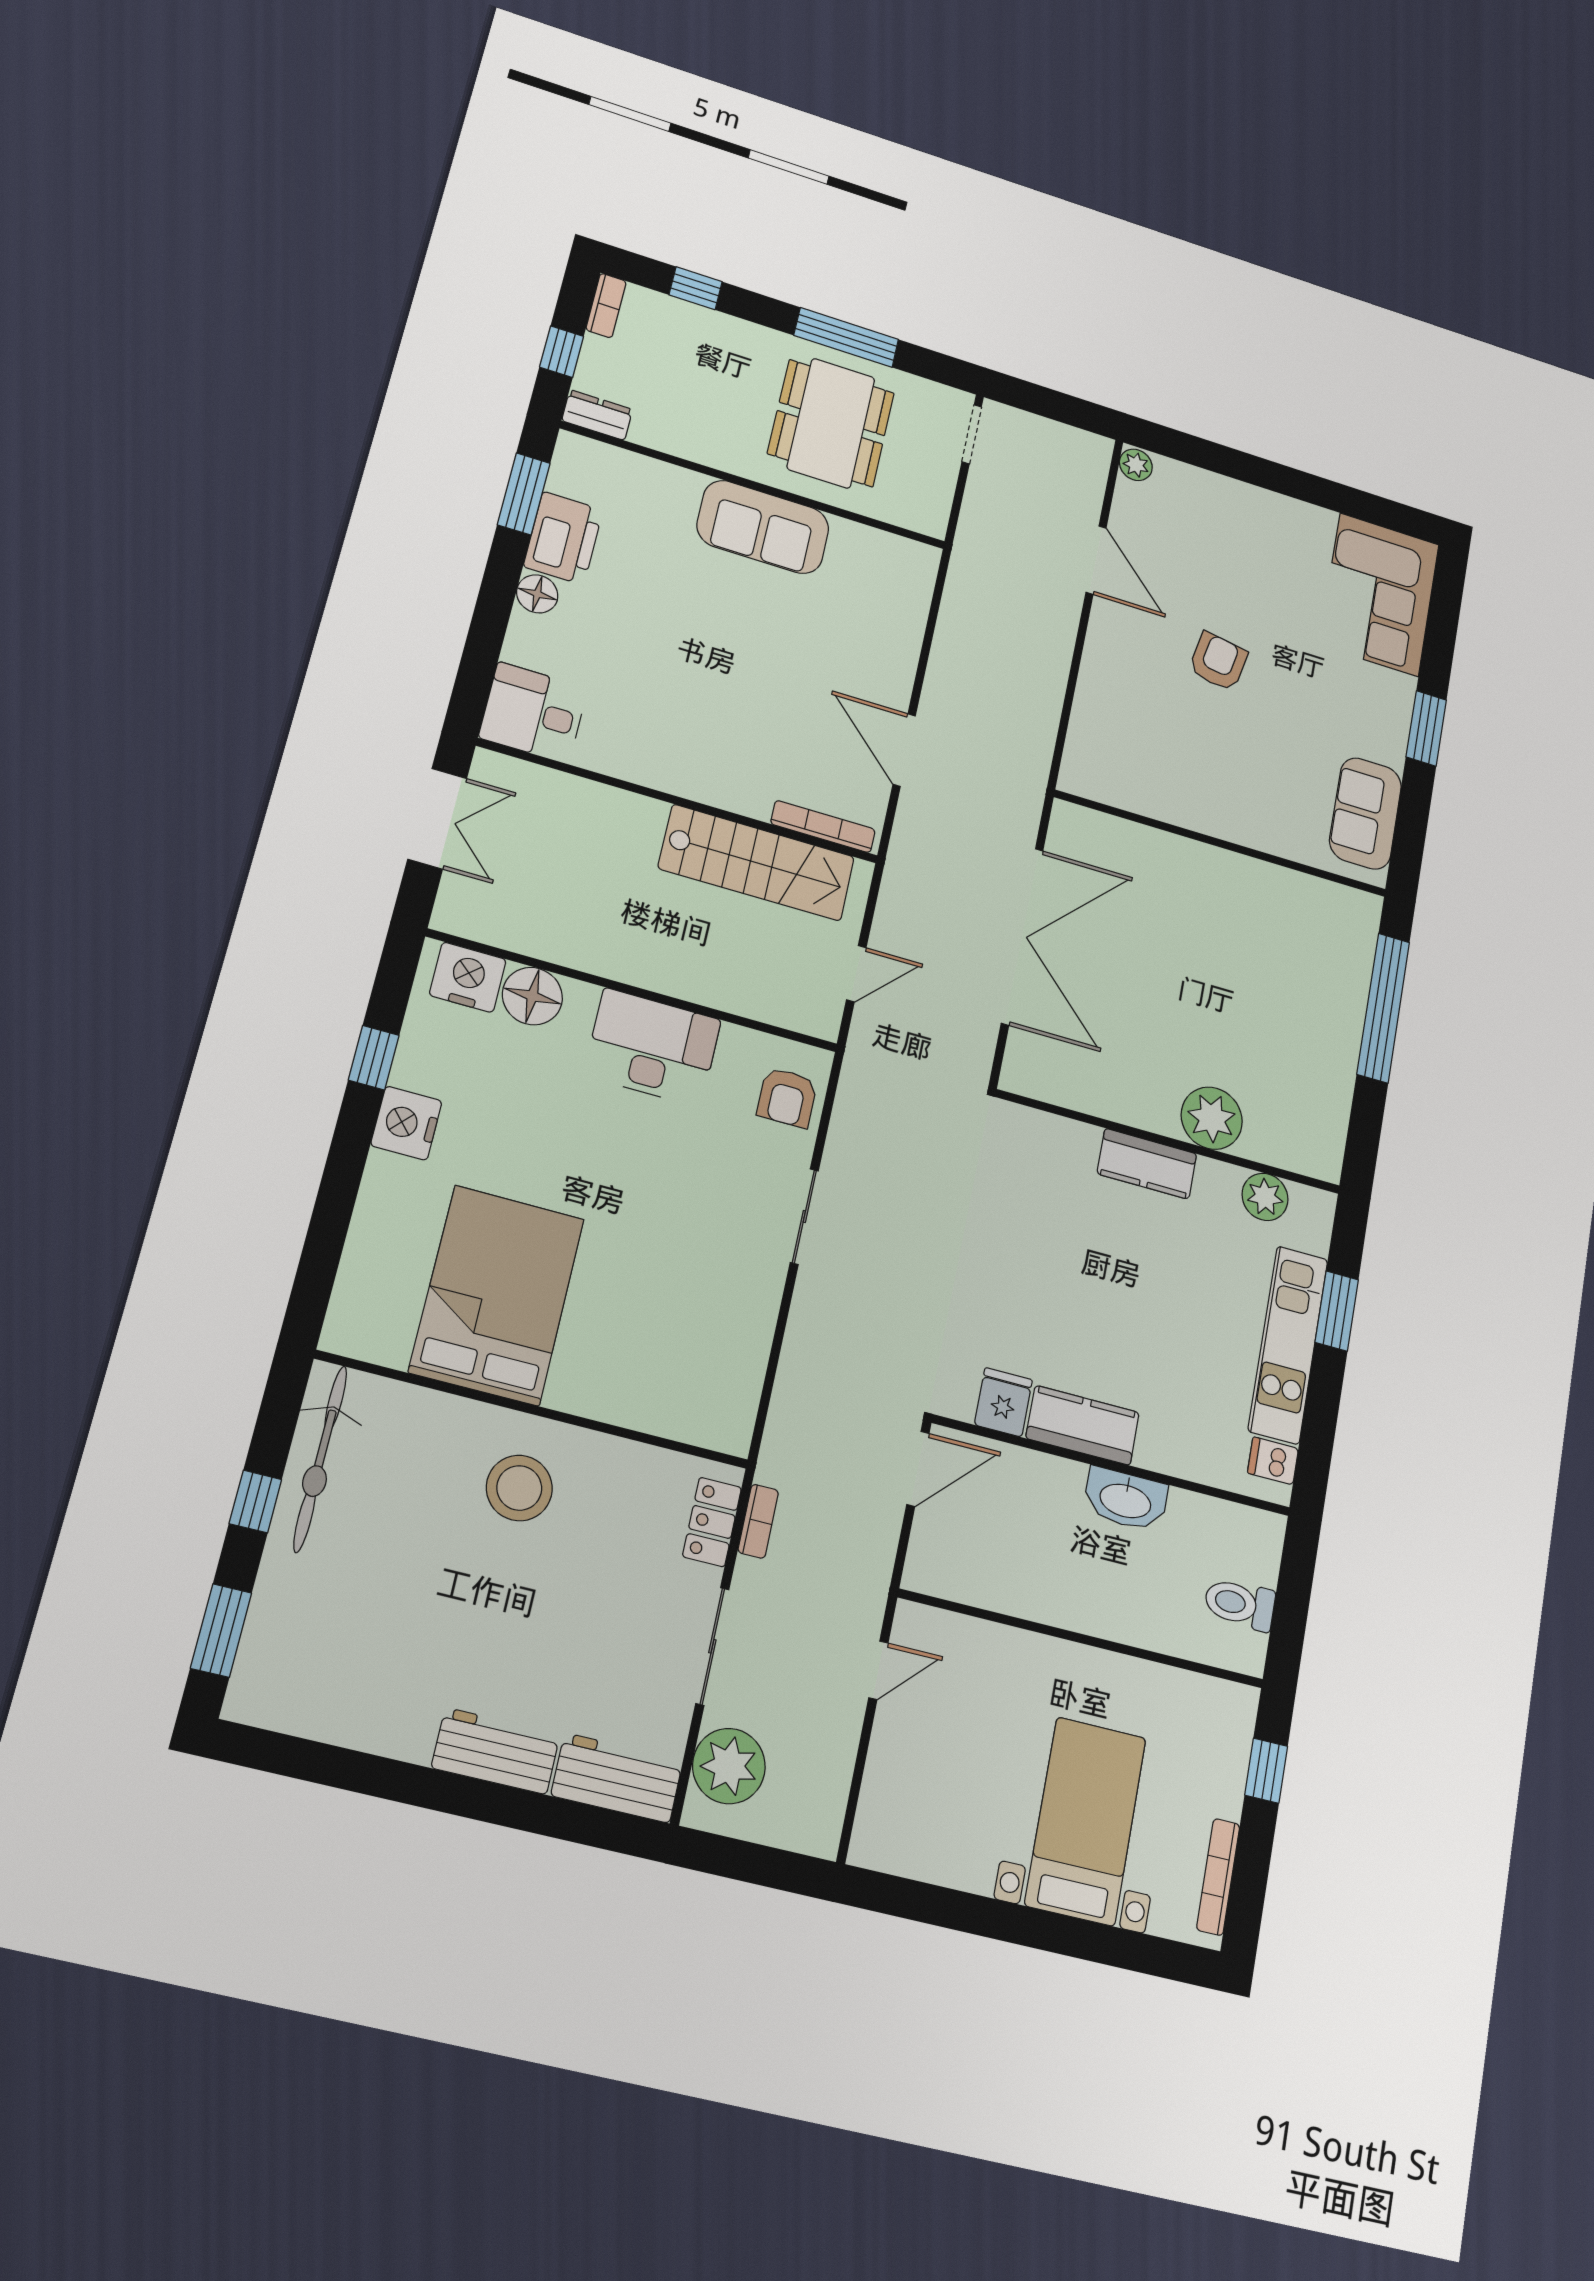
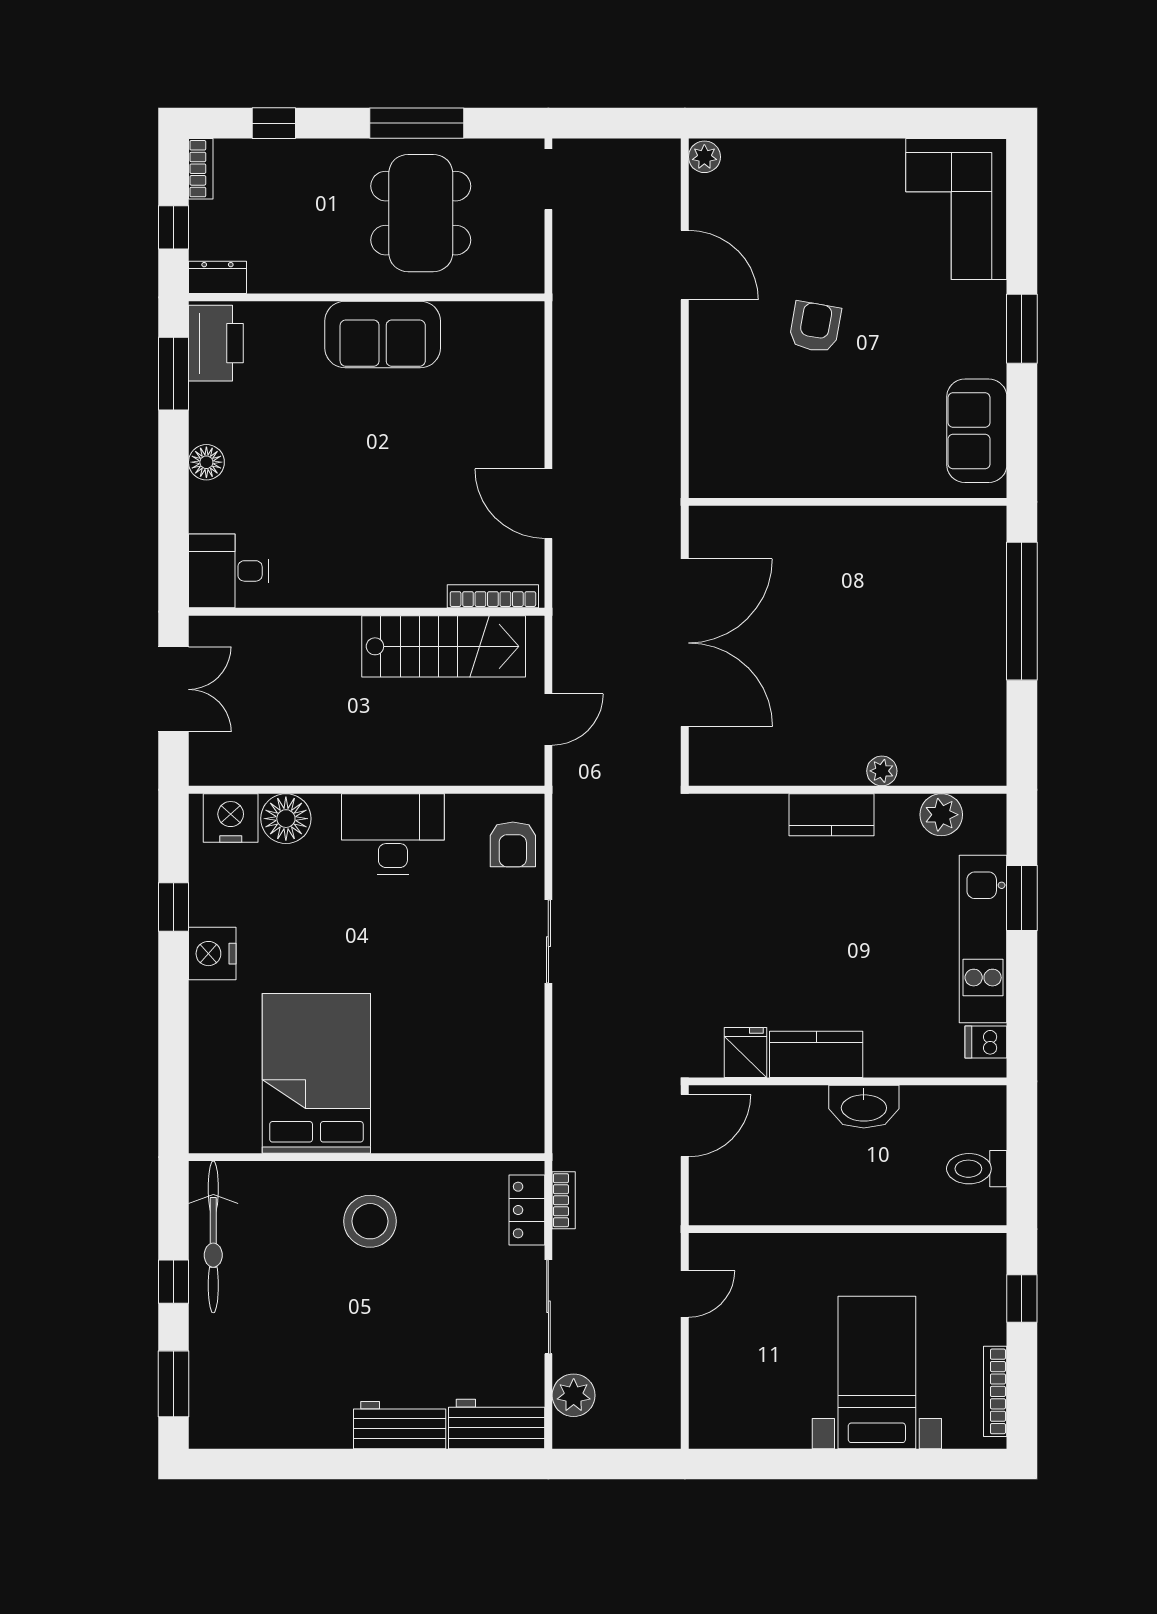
printer: (563, 538) -> (216, 343), moved
plant: (1212, 1118) -> (882, 771), width x0.53, depth x0.53
plant: (729, 1766) -> (574, 1395), width x0.73, depth x0.73

